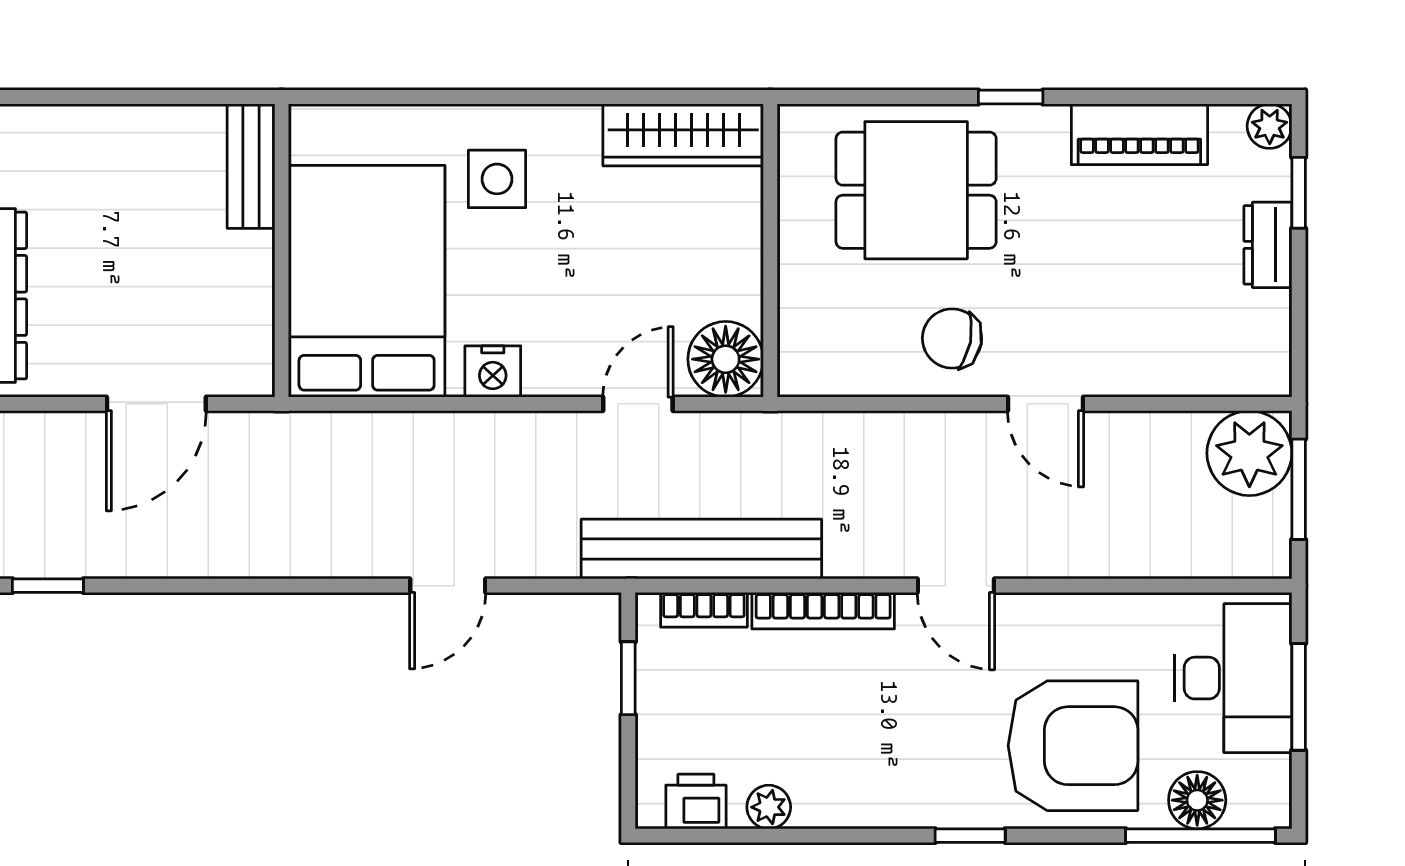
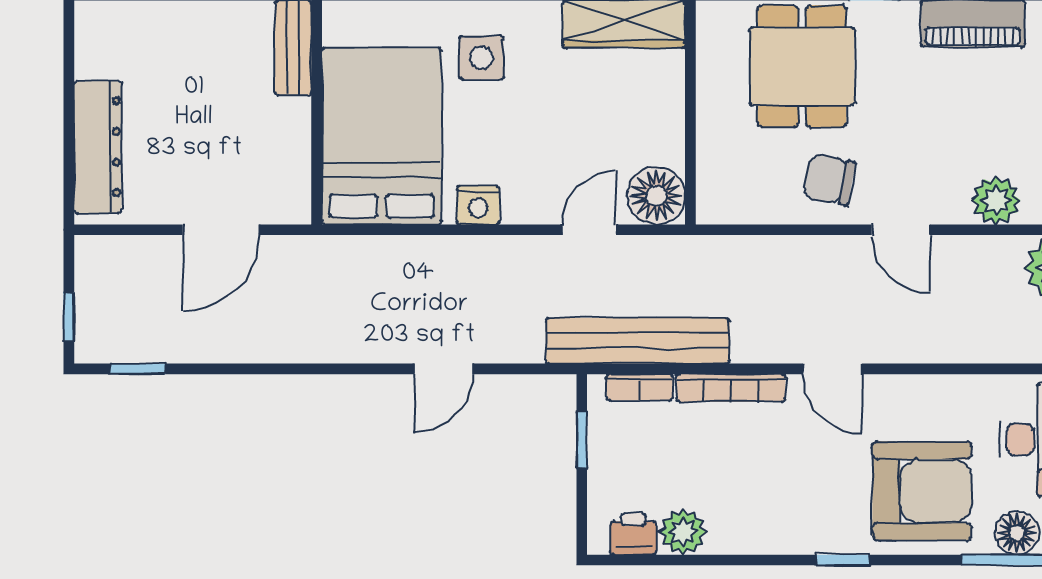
dining table: (916, 190) -> (802, 66), turned 90
plant: (1170, 365) -> (996, 200), added
plant: (769, 807) -> (683, 532), width x1.38, depth x1.38

